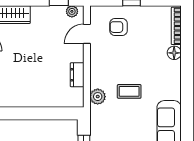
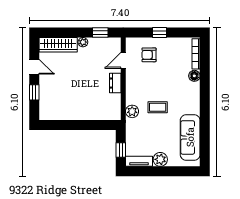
plant: (72, 11) -> (83, 42), moved
dresser: (77, 75) -> (115, 83), moved

